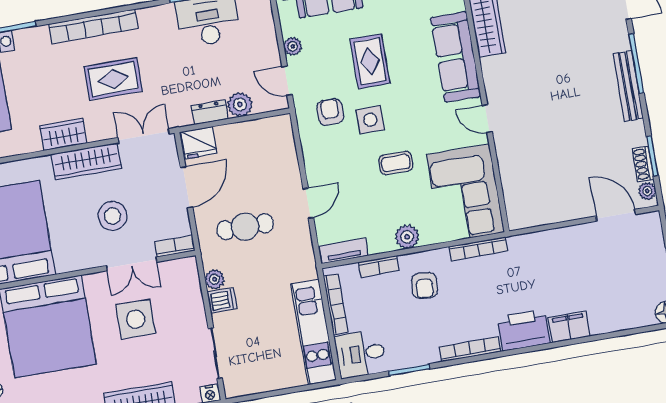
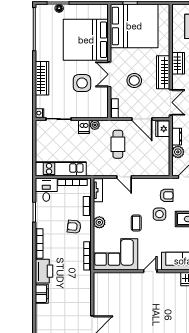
double door: (132, 264) -> (109, 74), moved

